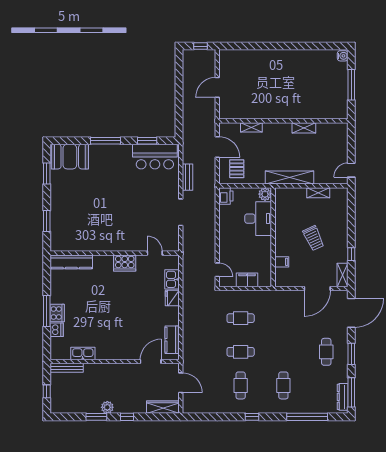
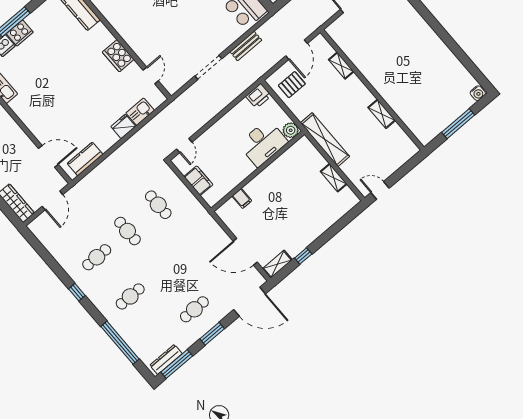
trolley: (313, 238) -> (288, 209), removed

